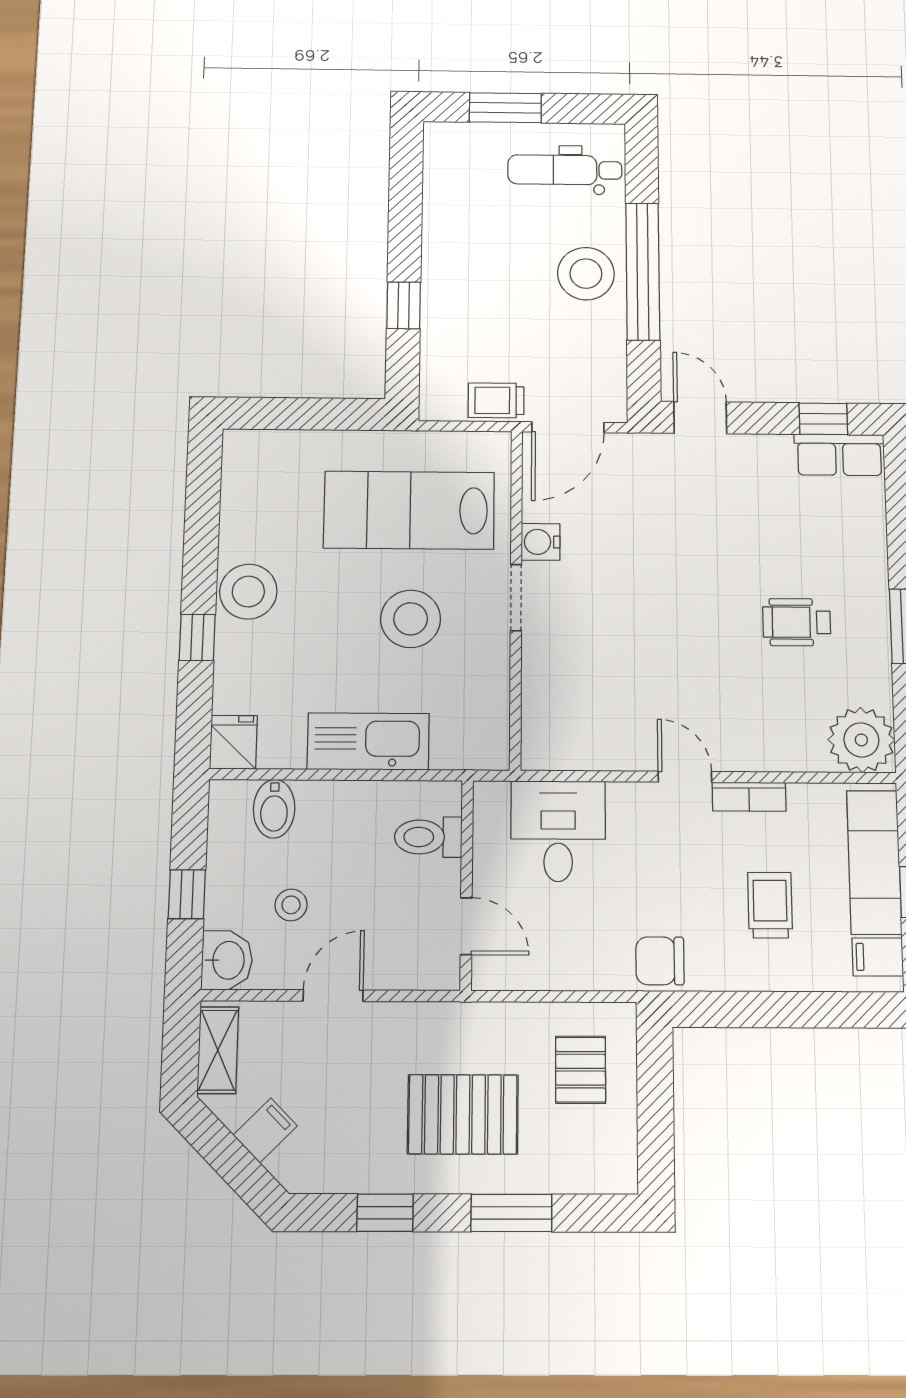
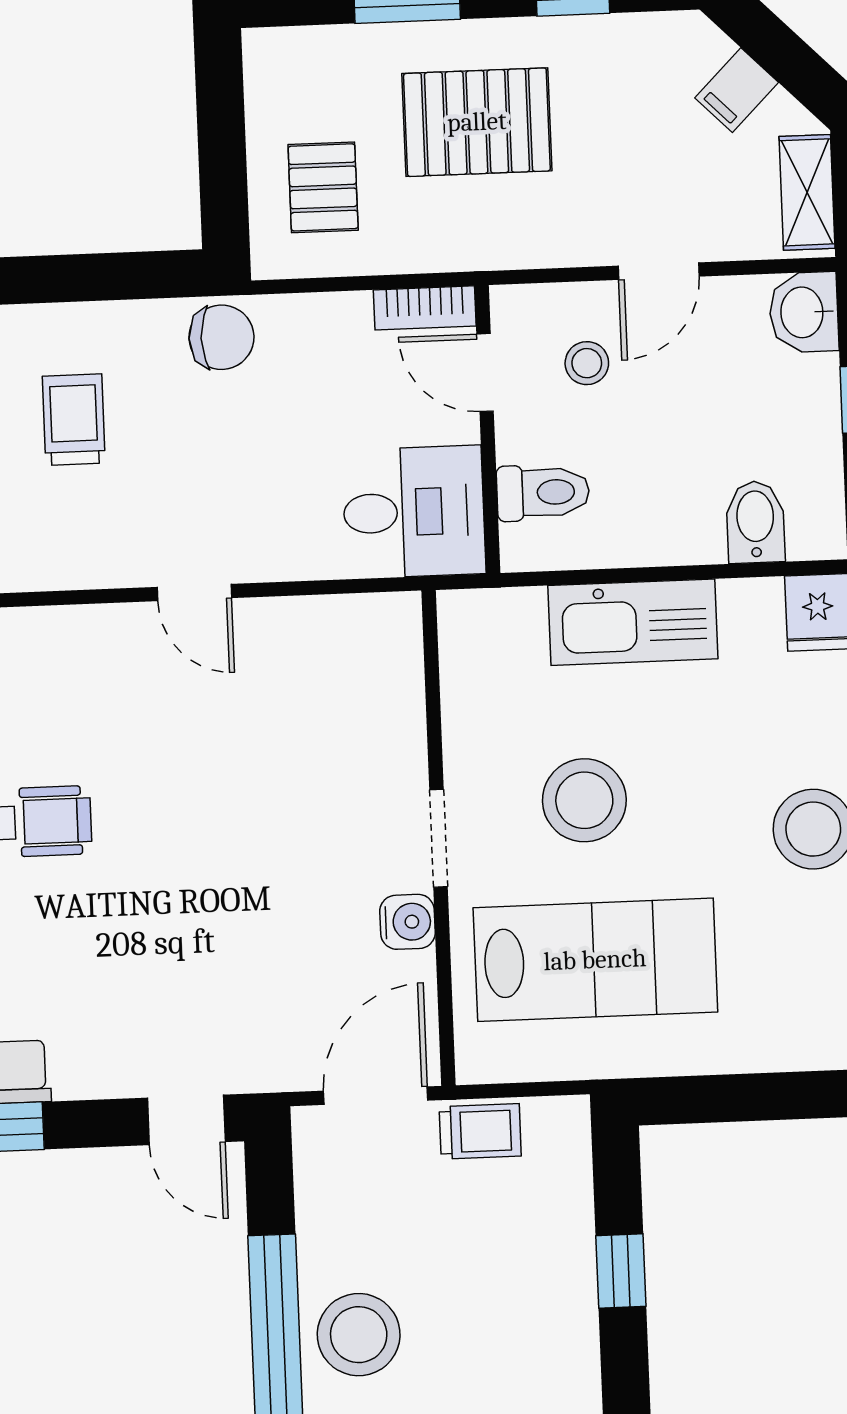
bookcase: (749, 797) -> (425, 308), moved, turned 180
desk: (558, 831) -> (414, 512), moved, turned -90
stool: (291, 905) -> (587, 363), moved
trolley: (770, 905) -> (74, 420), turned 180

